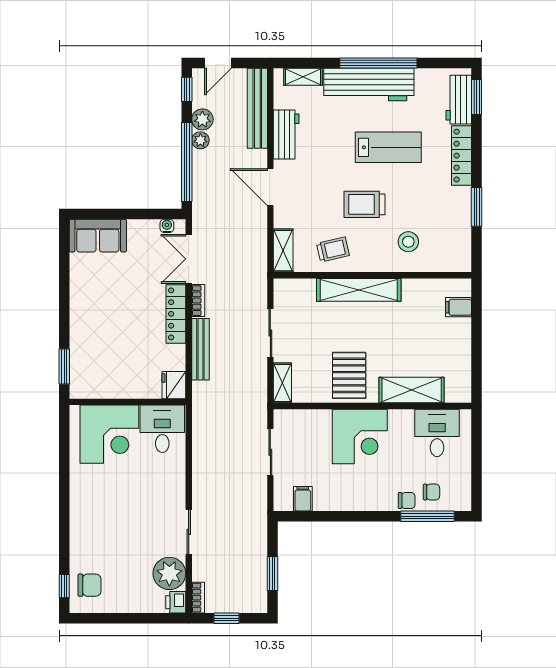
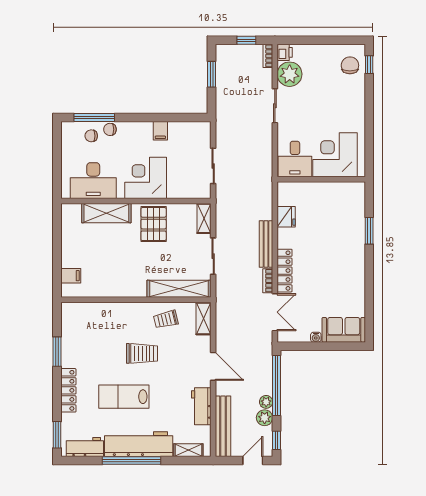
workbench: (459, 100) -> (85, 447), moved, turned -90
water cooler: (167, 226) -> (316, 337), moved
stool: (408, 242) -> (109, 325), removed
shelving: (359, 290) -> (179, 289), moved
wall: (127, 402) -> (321, 179), moved
desk: (162, 429) -> (295, 159), moved
desk: (437, 433) -> (93, 181), width x1.37
corner desk: (109, 434) -> (335, 155), moved
filing cabinet: (303, 499) -> (160, 131), moved
chair: (90, 585) -> (350, 65), turned 90

